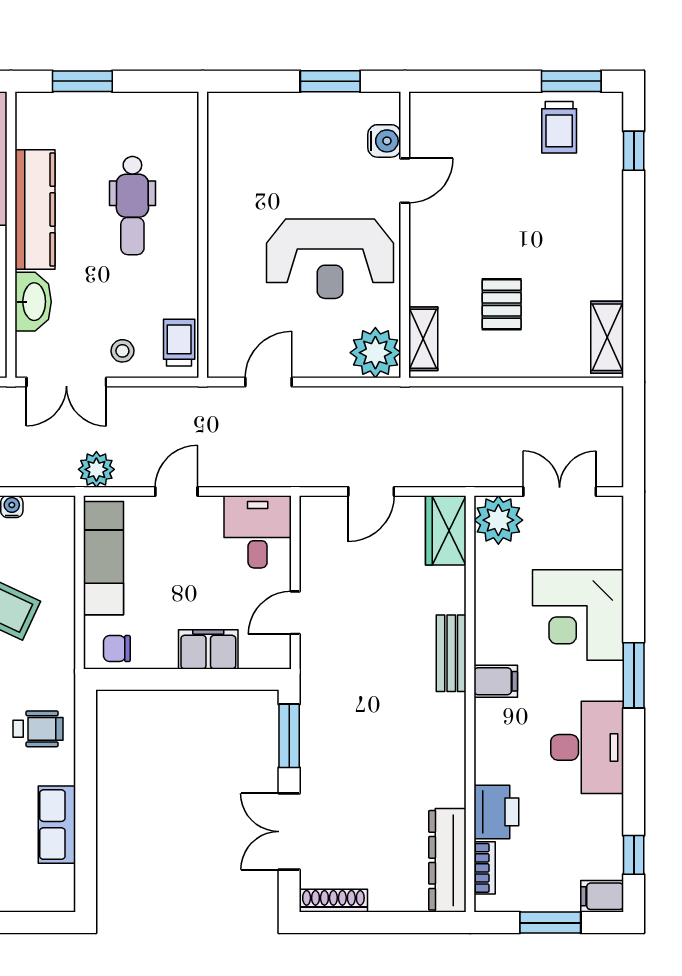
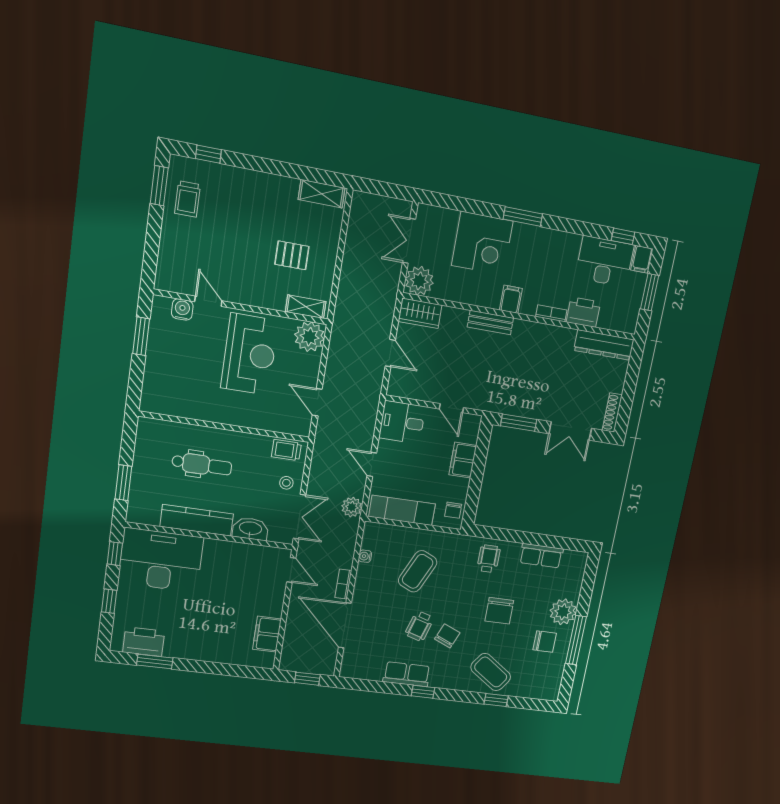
trolley: (559, 127) -> (188, 199), turned 90
desk: (587, 747) -> (605, 261), moved
bookcase: (485, 868) -> (551, 313), moved

